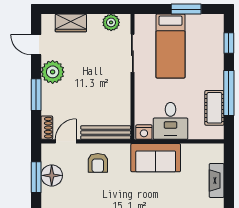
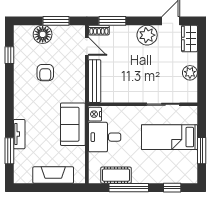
plant: (111, 22) -> (190, 73), moved
wardrobe: (71, 23) -> (189, 39), moved
window: (36, 95) -> (112, 21), moved
armchair: (98, 163) -> (45, 73), moved, turned -90
floor lamp: (52, 175) -> (43, 34), moved
fireplace: (217, 180) -> (53, 175), width x1.37, depth x1.32

